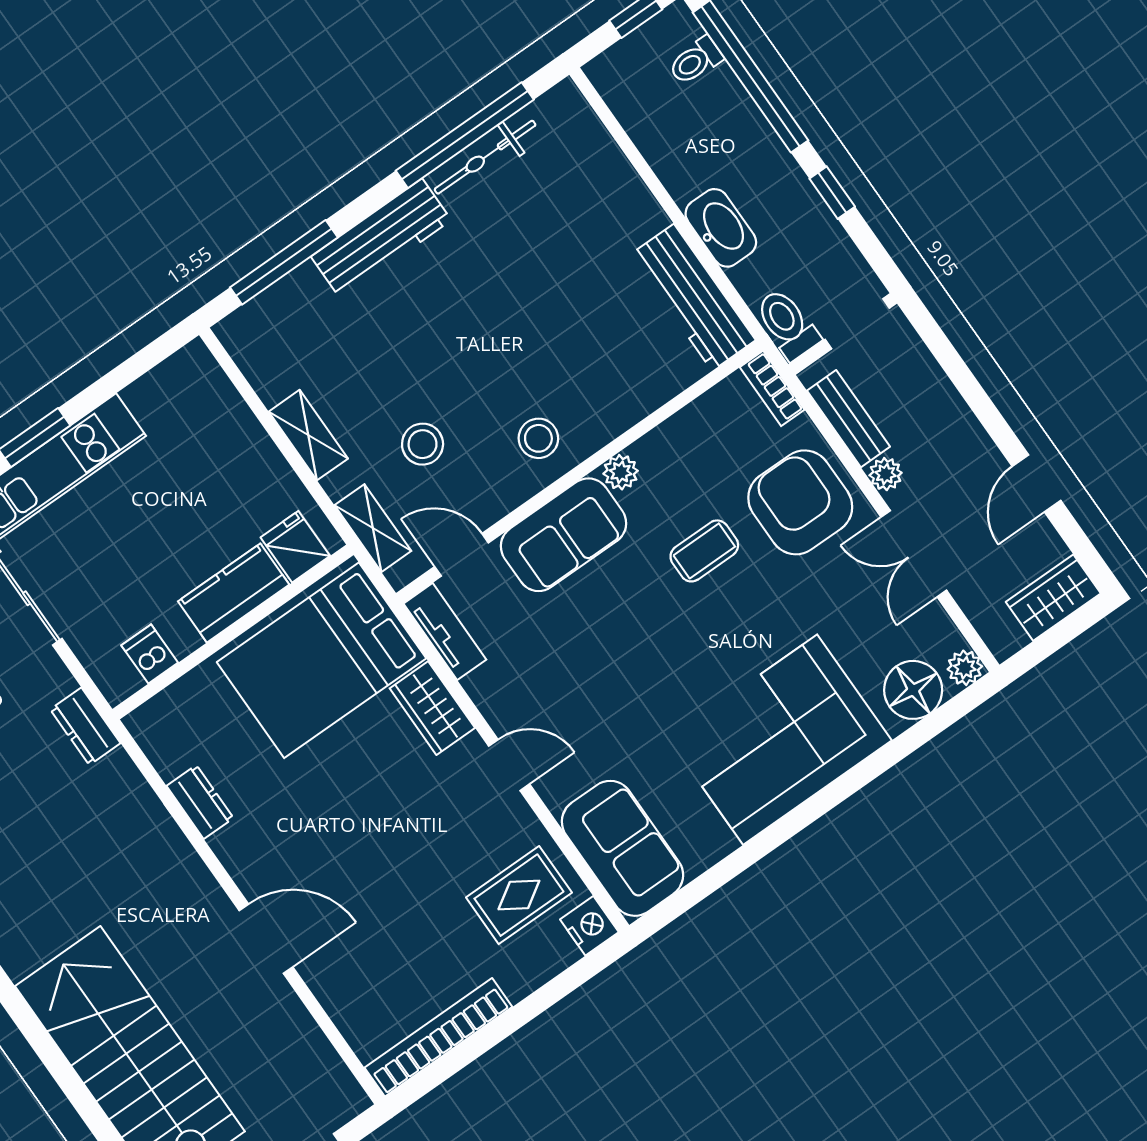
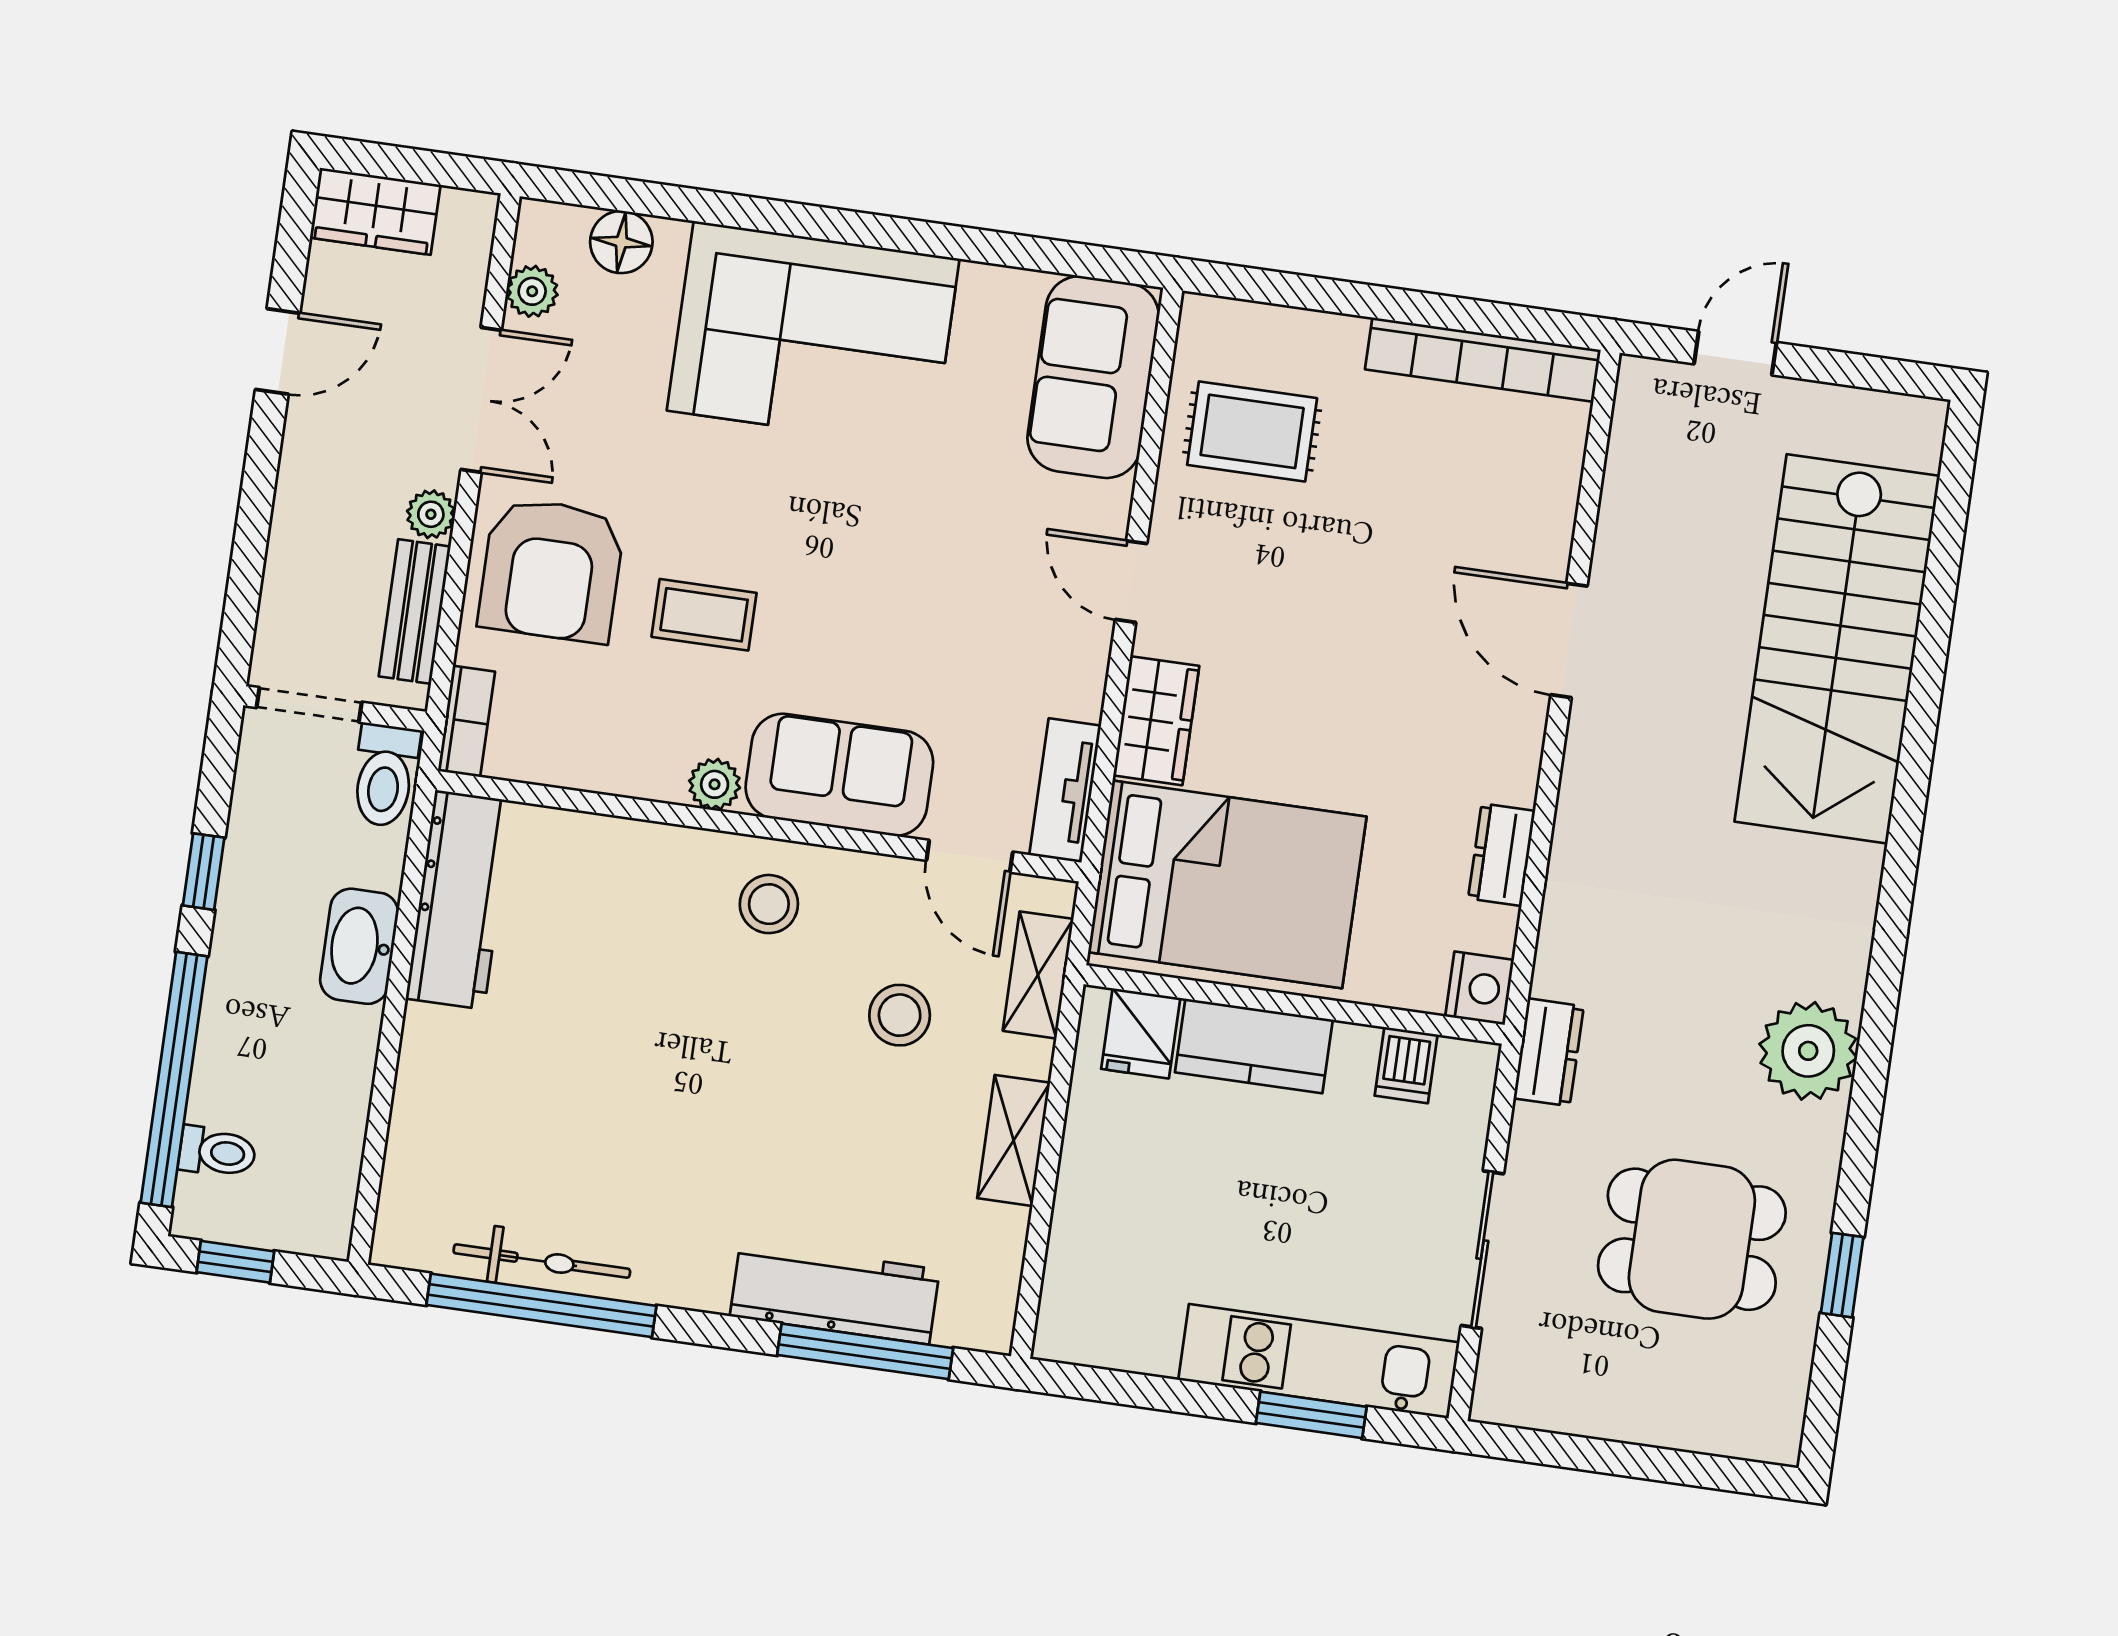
workbench: (381, 238) -> (835, 1293), moved
plant: (965, 668) -> (532, 291), moved
floor lamp: (913, 690) -> (621, 242), width x0.73, depth x0.73
nightstand: (589, 926) -> (1479, 988), moved, turned 180

